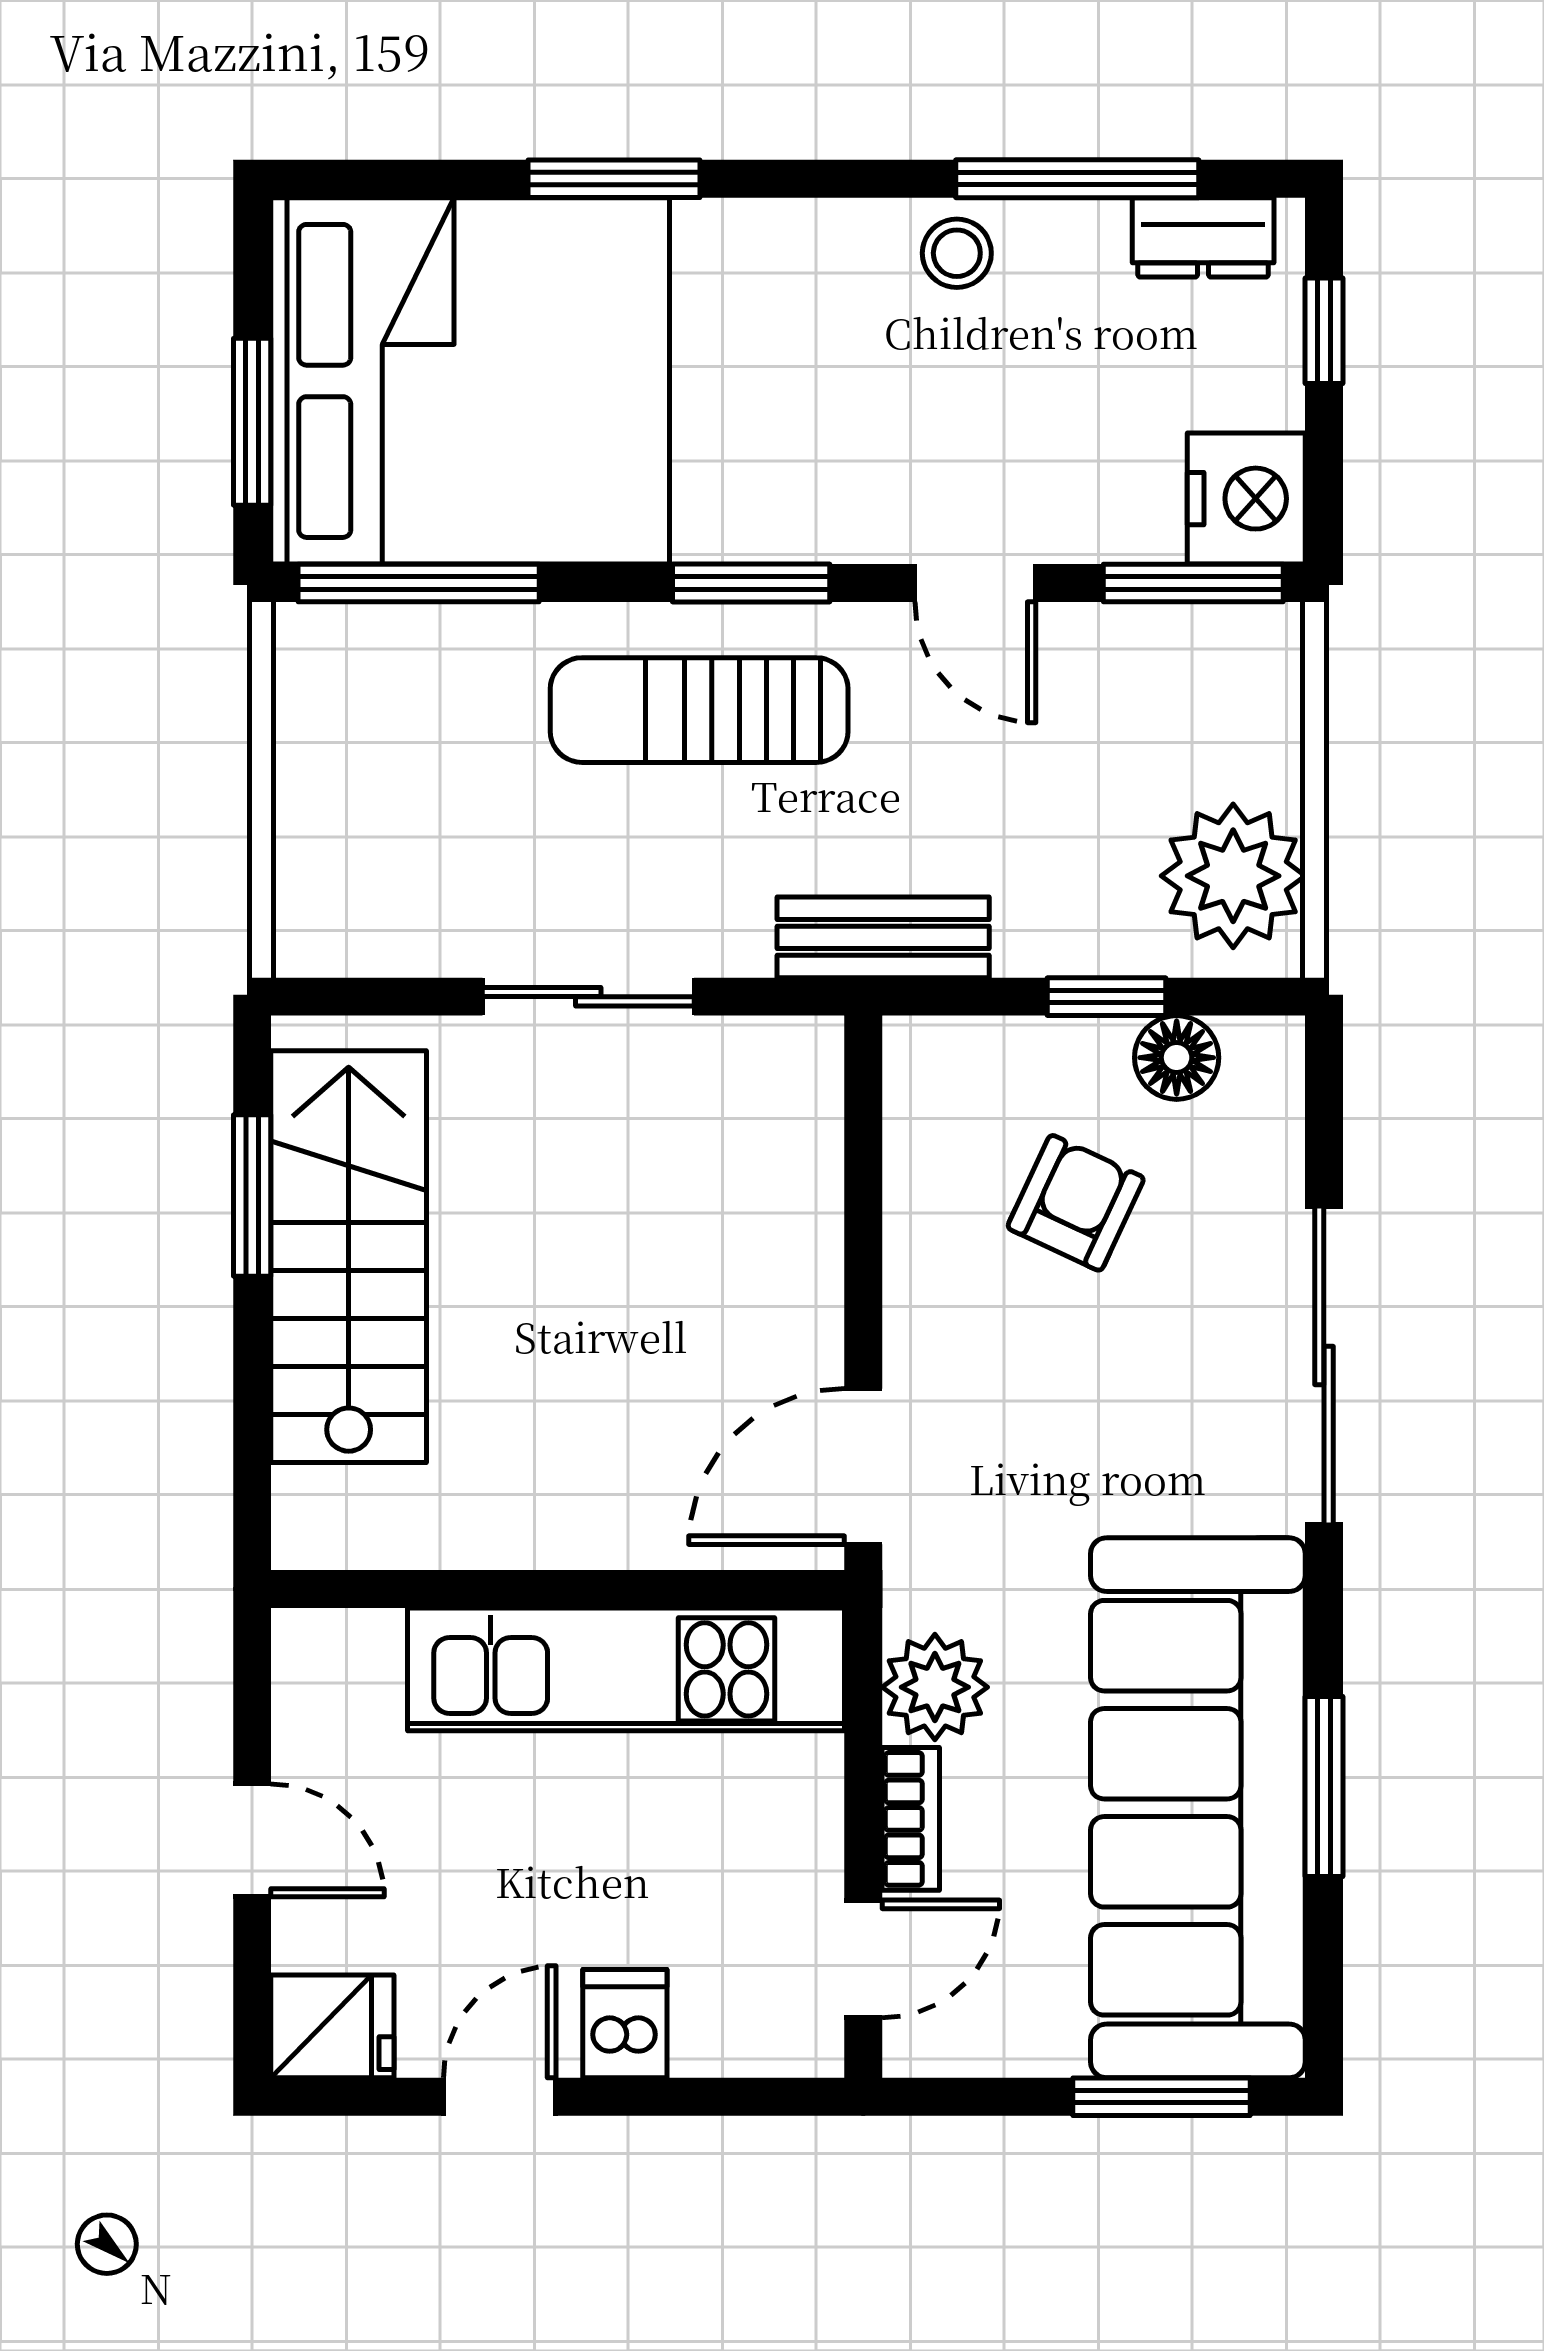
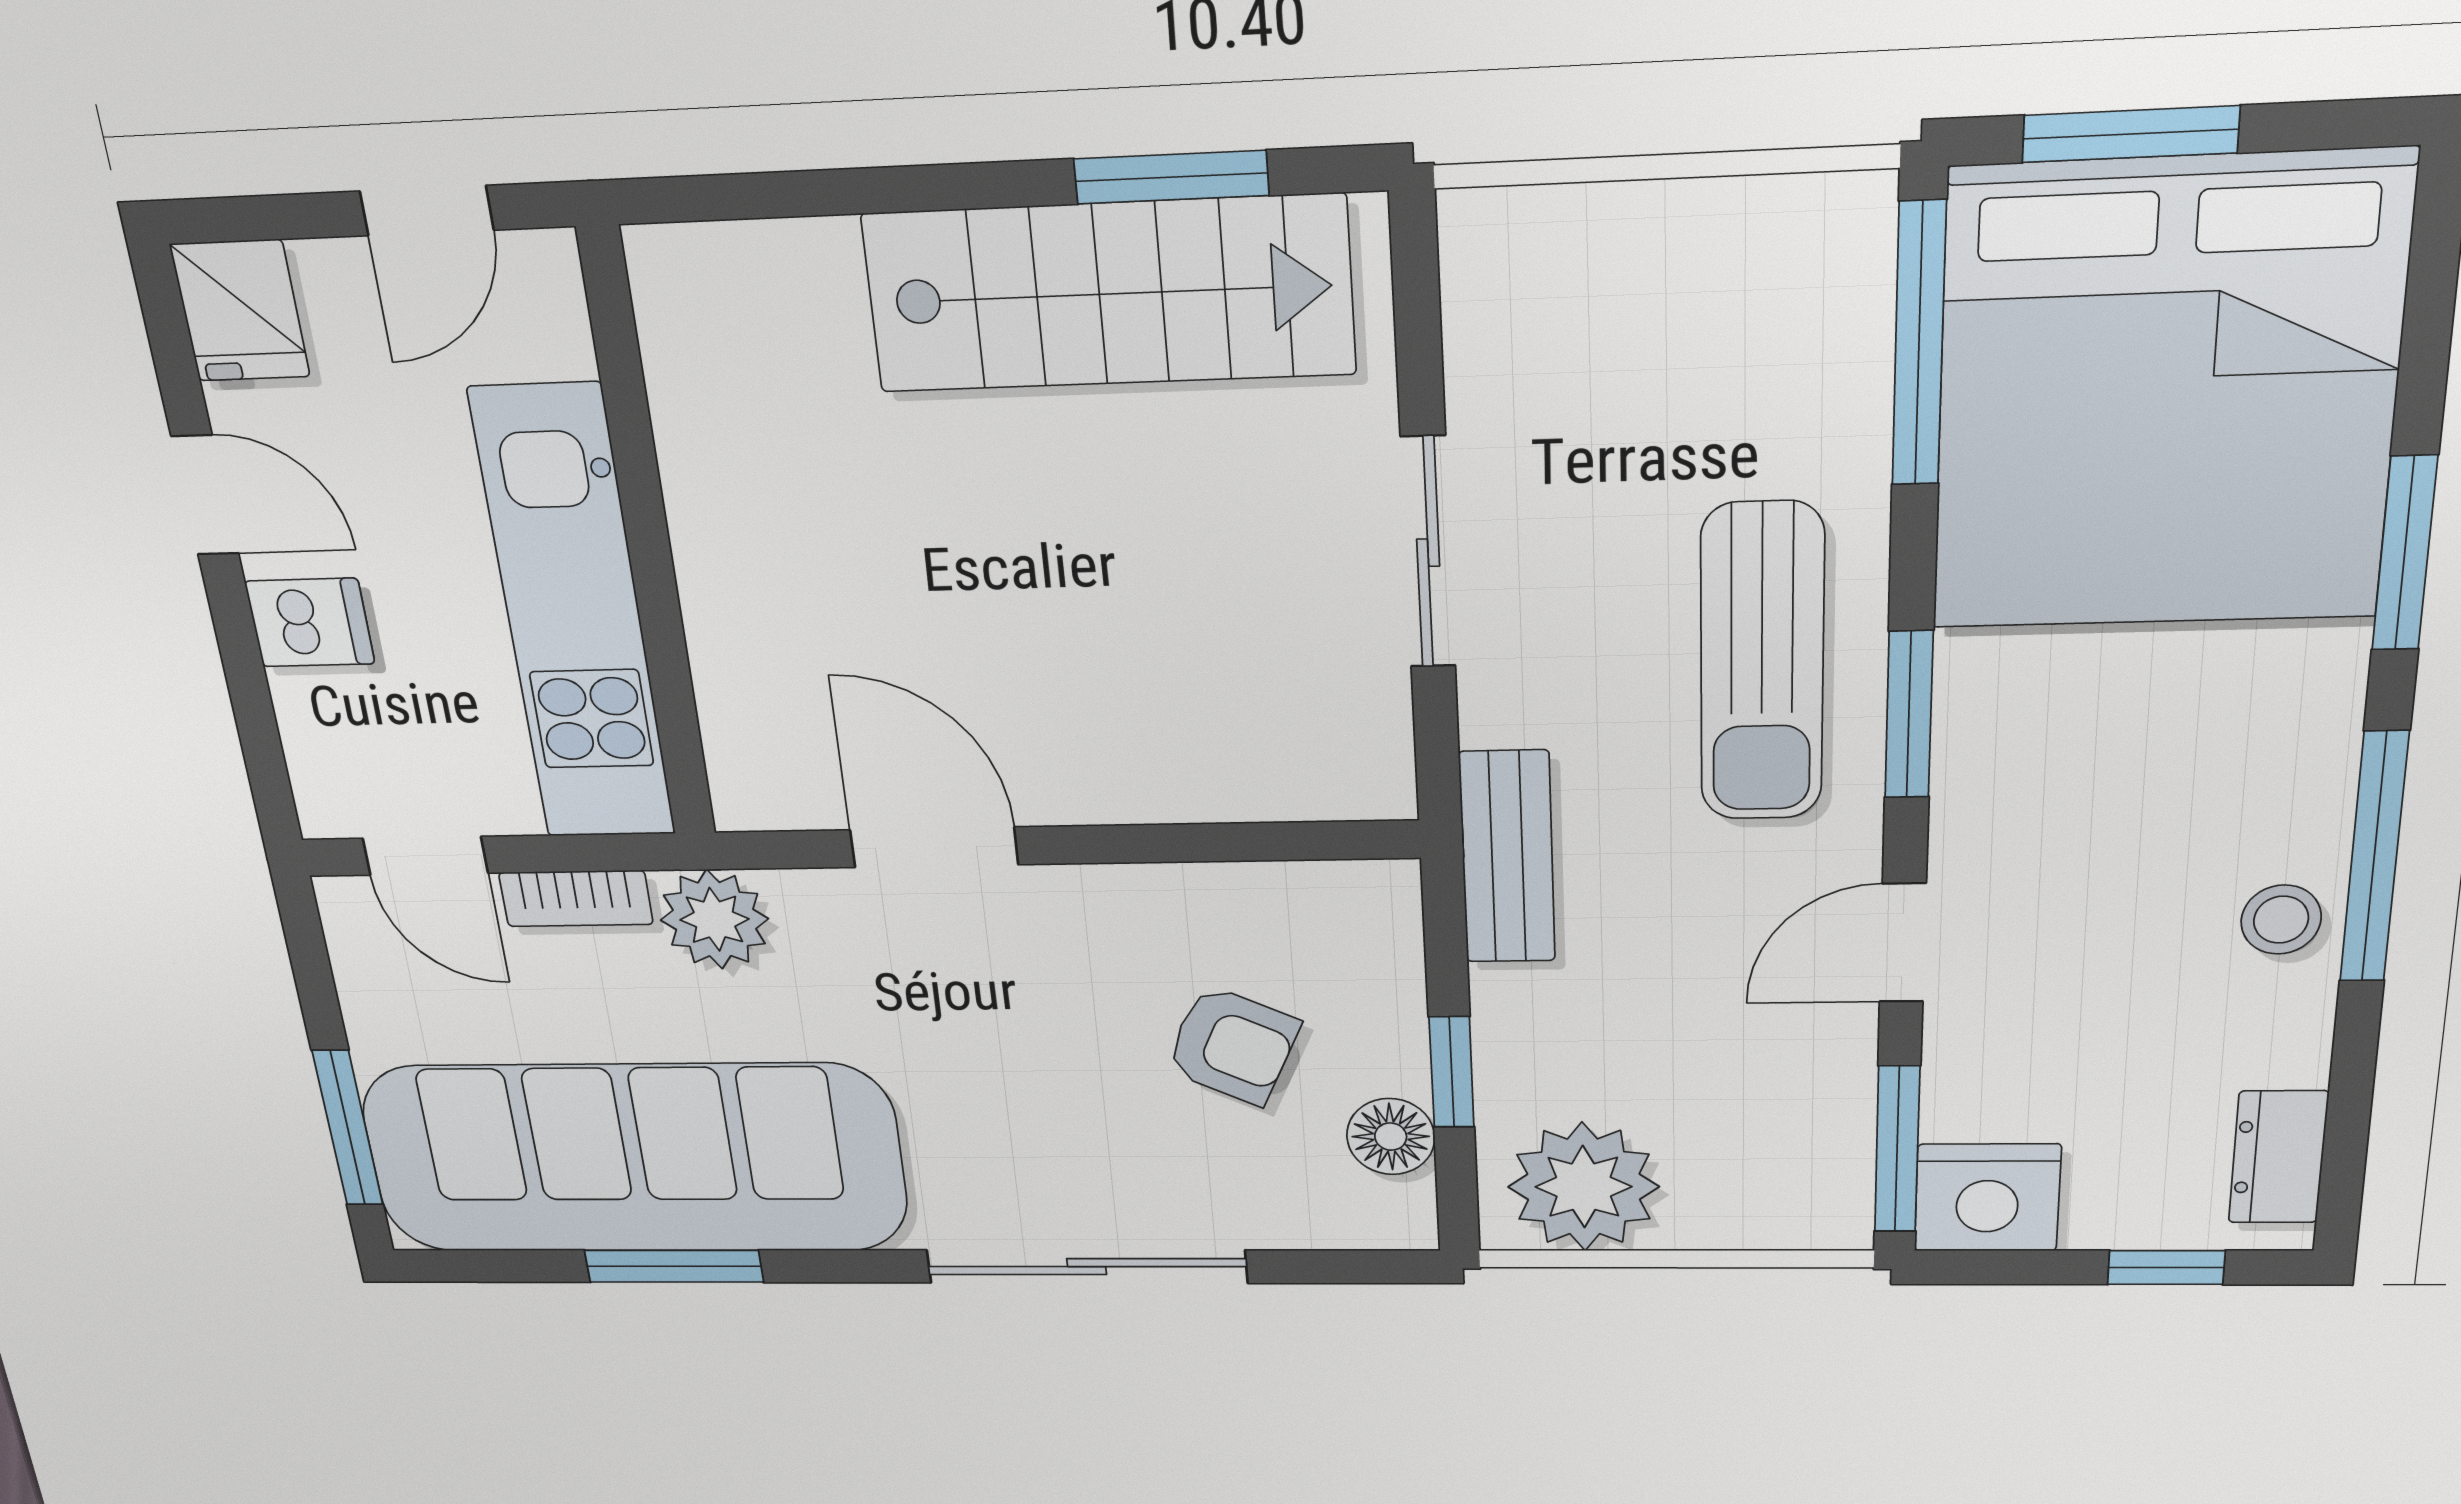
window: (1077, 179) -> (2374, 858), moved
sun lounger: (699, 710) -> (1762, 663), turned 180
wall: (558, 1589) -> (648, 543), moved
kitchen unit: (626, 1669) -> (574, 617), moved

